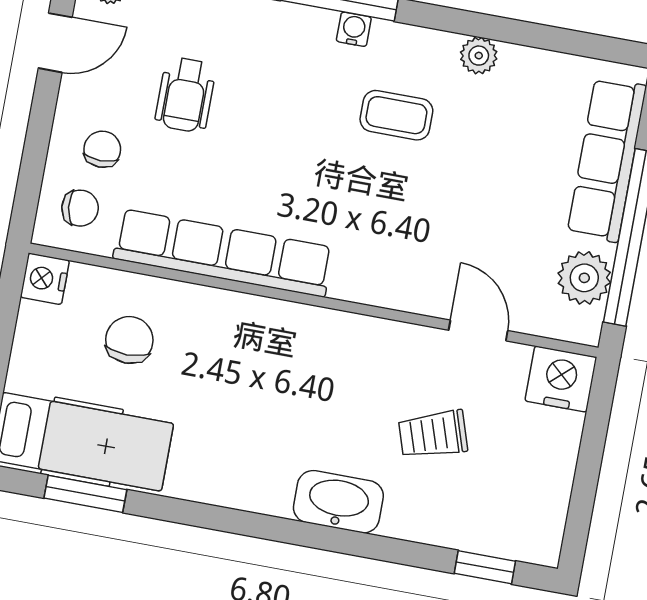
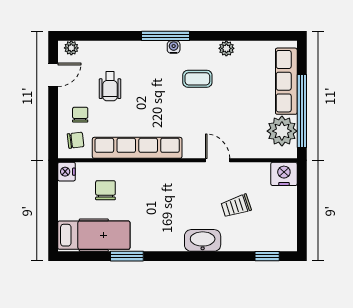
plant: (584, 278) -> (282, 131), width x1.36, depth x1.36
door: (478, 330) -> (218, 160), moved
window: (85, 494) -> (127, 256), moved

